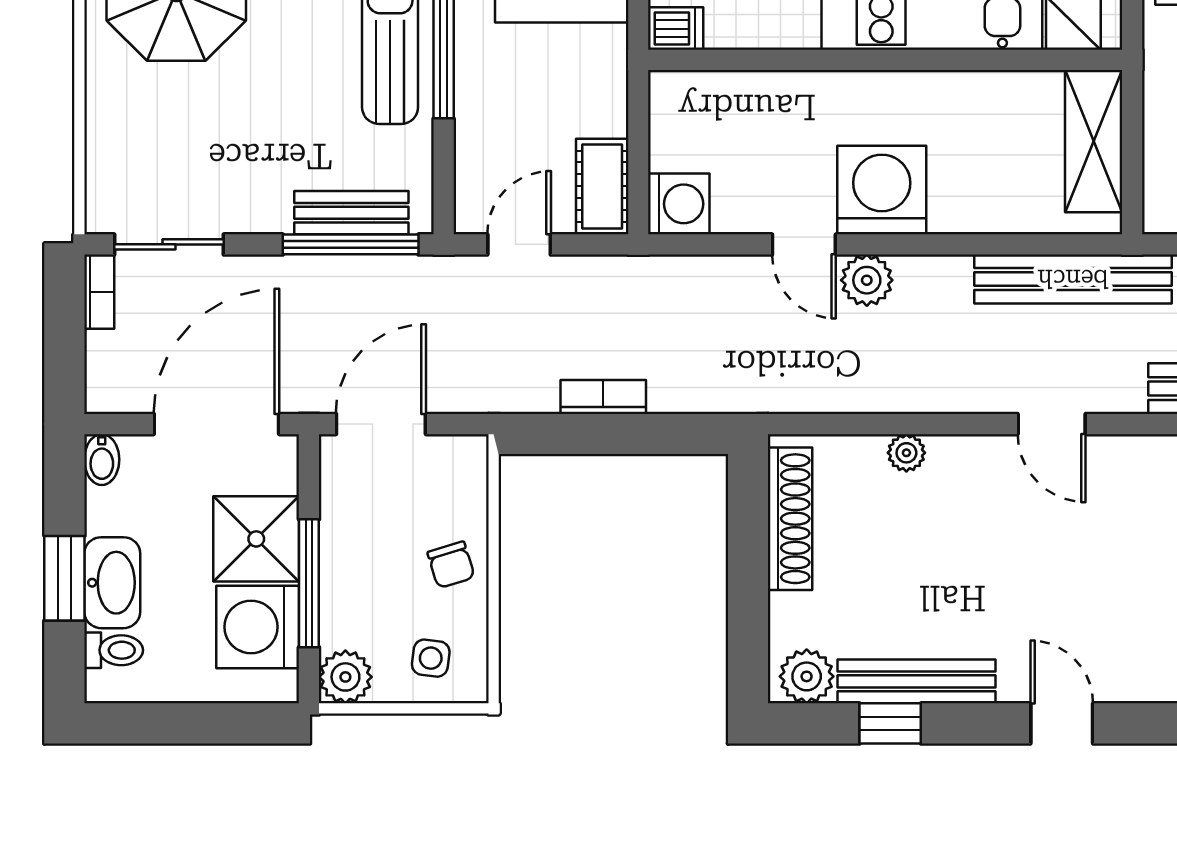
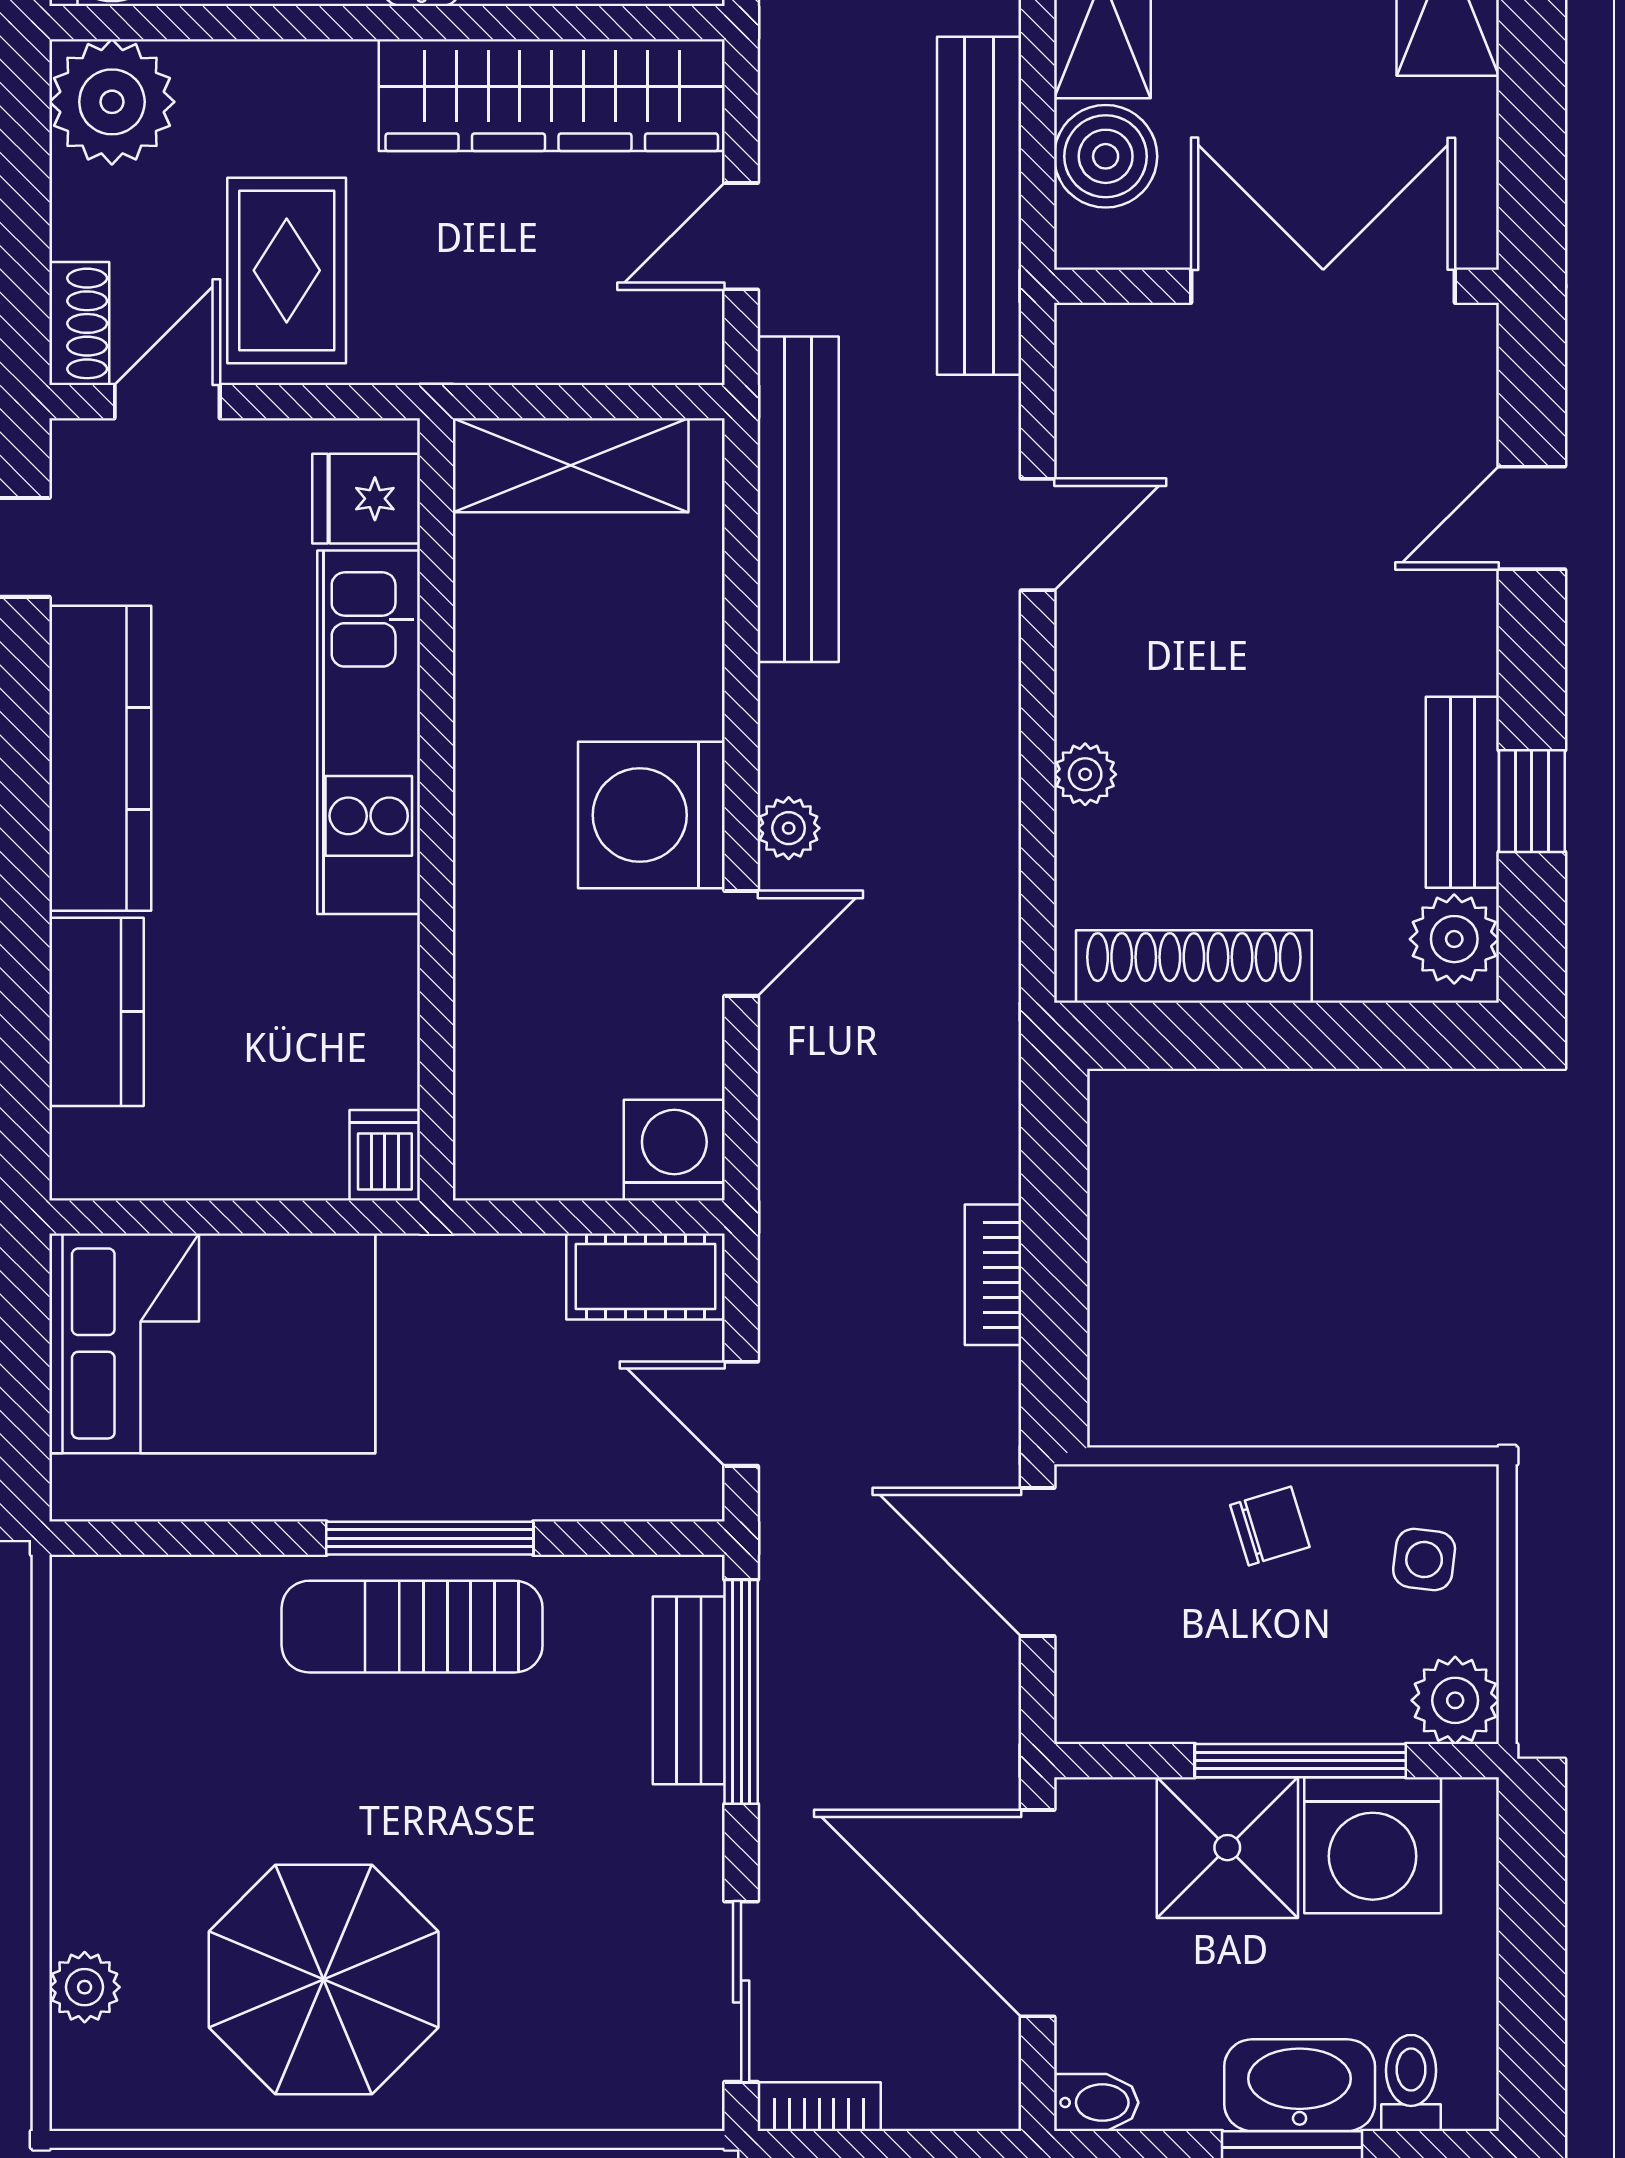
plant: (867, 280) -> (789, 828), width x0.73, depth x0.73
door: (381, 424) -> (1038, 1562), moved
bench: (917, 681) -> (1462, 792), width x0.73

